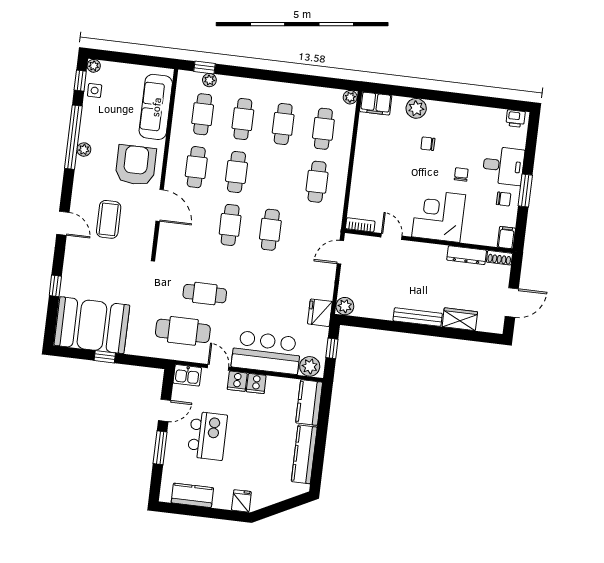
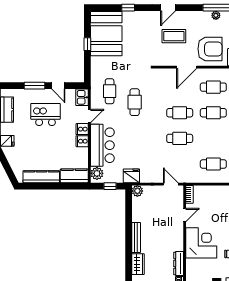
cafe table: (183, 331) -> (110, 91), width x0.73, depth x0.74
kitchen island: (207, 436) -> (46, 115), turned 180

